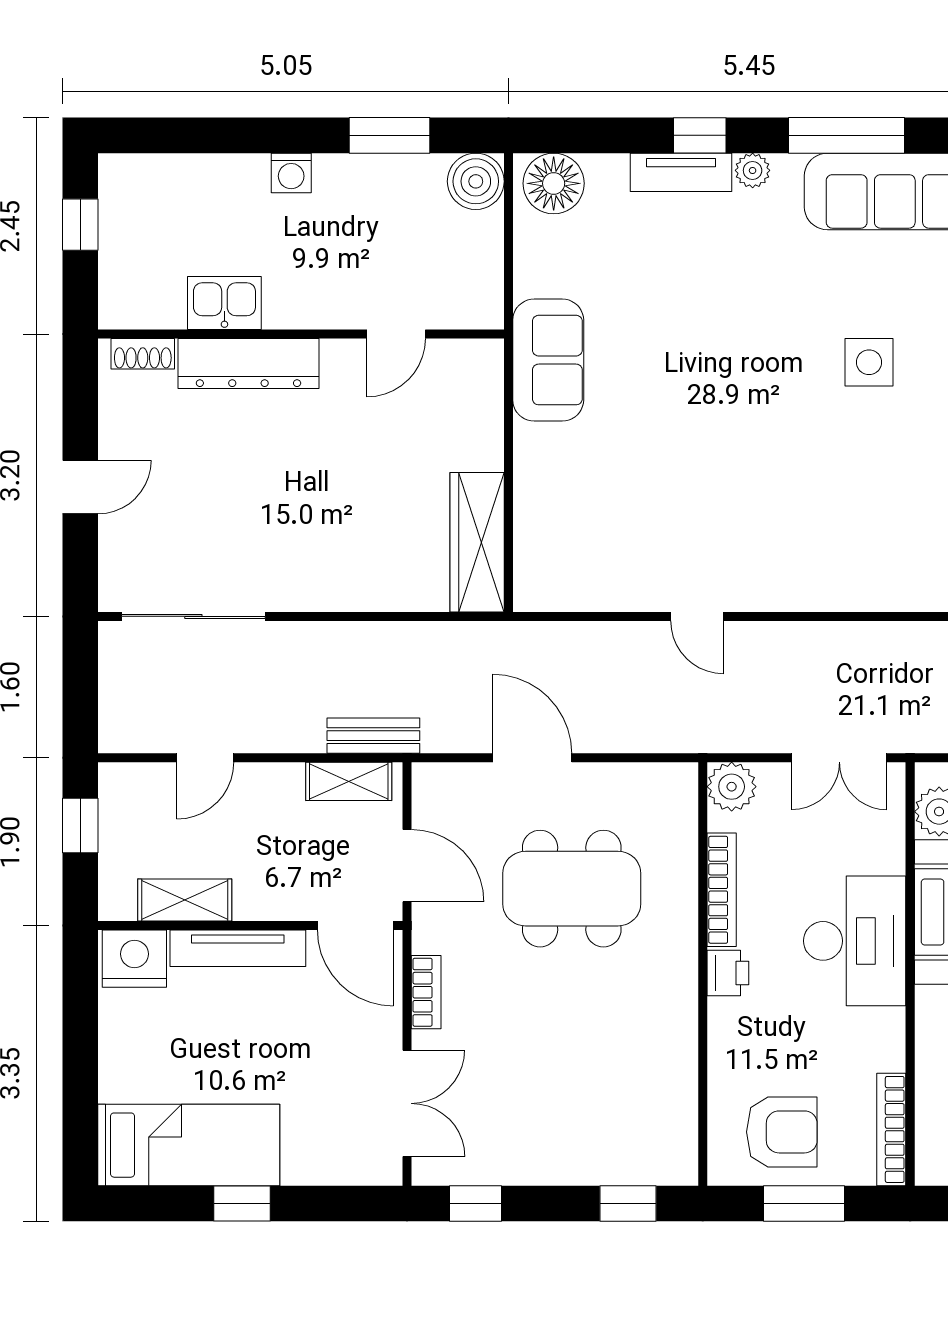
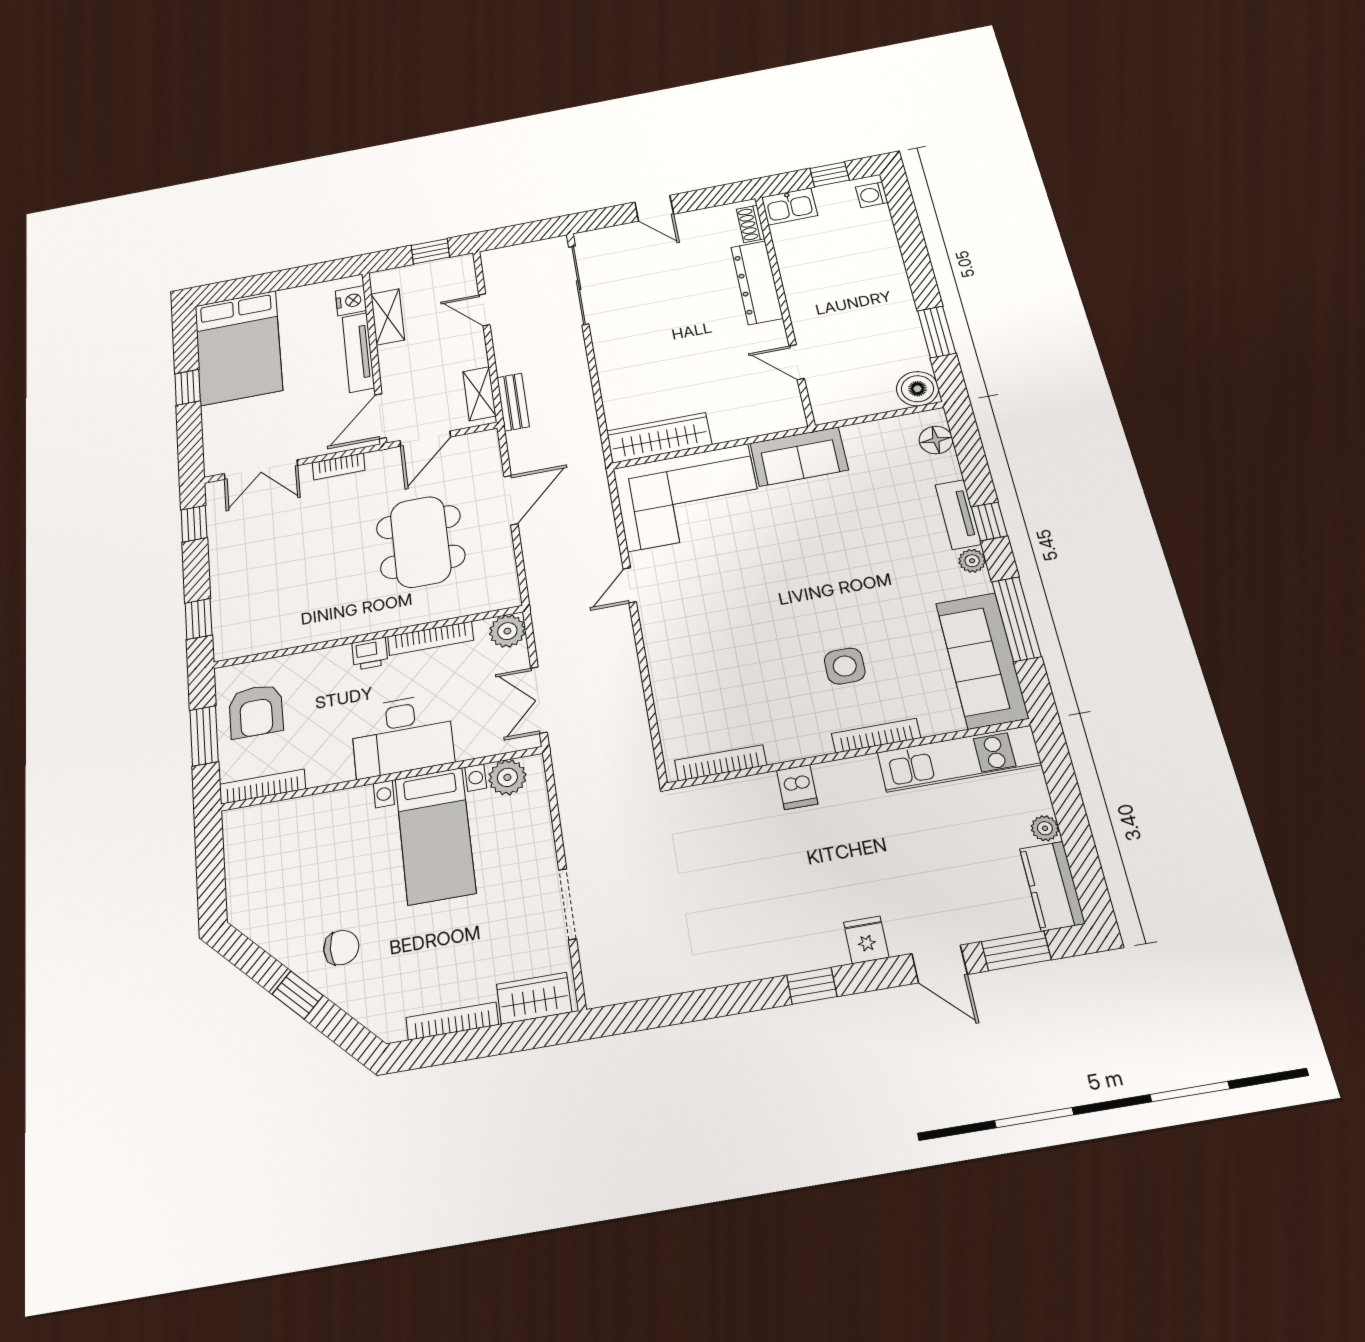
washing machine: (291, 173) -> (872, 195), moved
floor lamp: (554, 183) -> (936, 440), width x0.73, depth x0.73
kitchen sink: (224, 303) -> (789, 206), moved, turned 90
corner sofa: (580, 518) -> (688, 497), added
nightstand: (134, 959) -> (351, 301), width x0.74, depth x0.75
bed: (189, 1145) -> (238, 348), width x1.50

